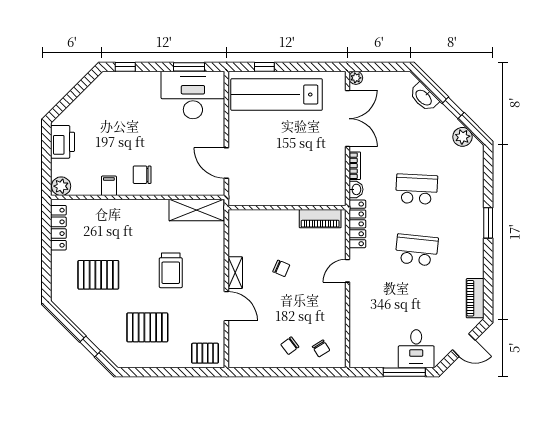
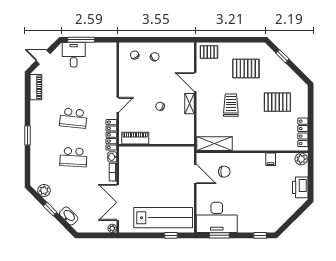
chair: (142, 175) -> (224, 172), moved

